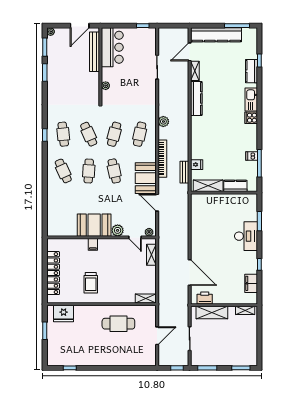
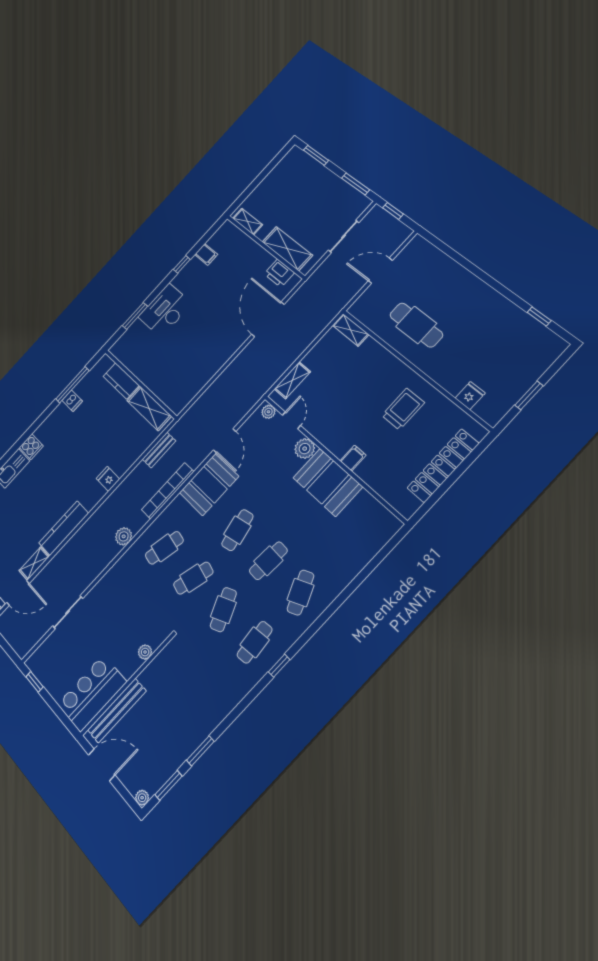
fridge: (197, 165) -> (108, 479), moved
filing cabinet: (251, 283) -> (206, 254), width x0.50
fridge: (64, 313) -> (470, 396), width x0.53, depth x0.75

